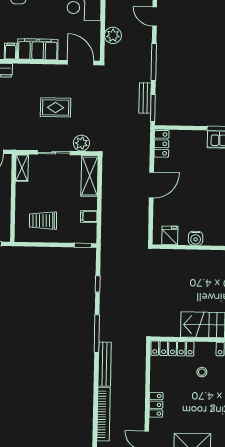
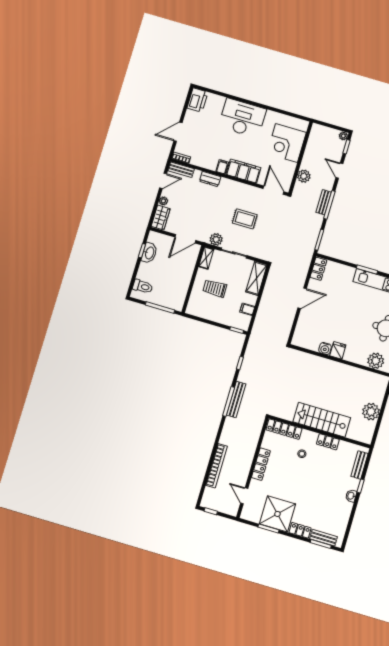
bench: (145, 98) -> (324, 202), moved
plant: (81, 143) -> (216, 239), moved
trolley: (43, 221) -> (215, 288), moved
fridge: (170, 235) -> (338, 350), moved
bench: (105, 364) -> (236, 399), moved
locker: (156, 405) -> (261, 464), width x1.53

